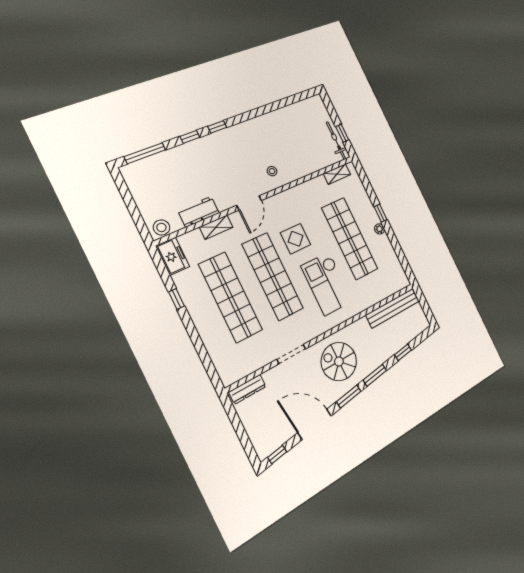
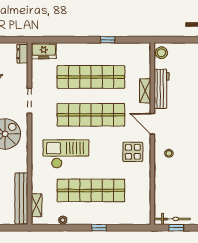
shelving: (337, 174) -> (37, 205), moved
workbench: (198, 212) -> (162, 89), width x1.38
plant: (379, 229) -> (63, 220), moved
display table: (296, 239) -> (133, 152), moved
freezer: (173, 256) -> (44, 51), moved
dresser: (247, 389) -> (22, 54), width x0.70

